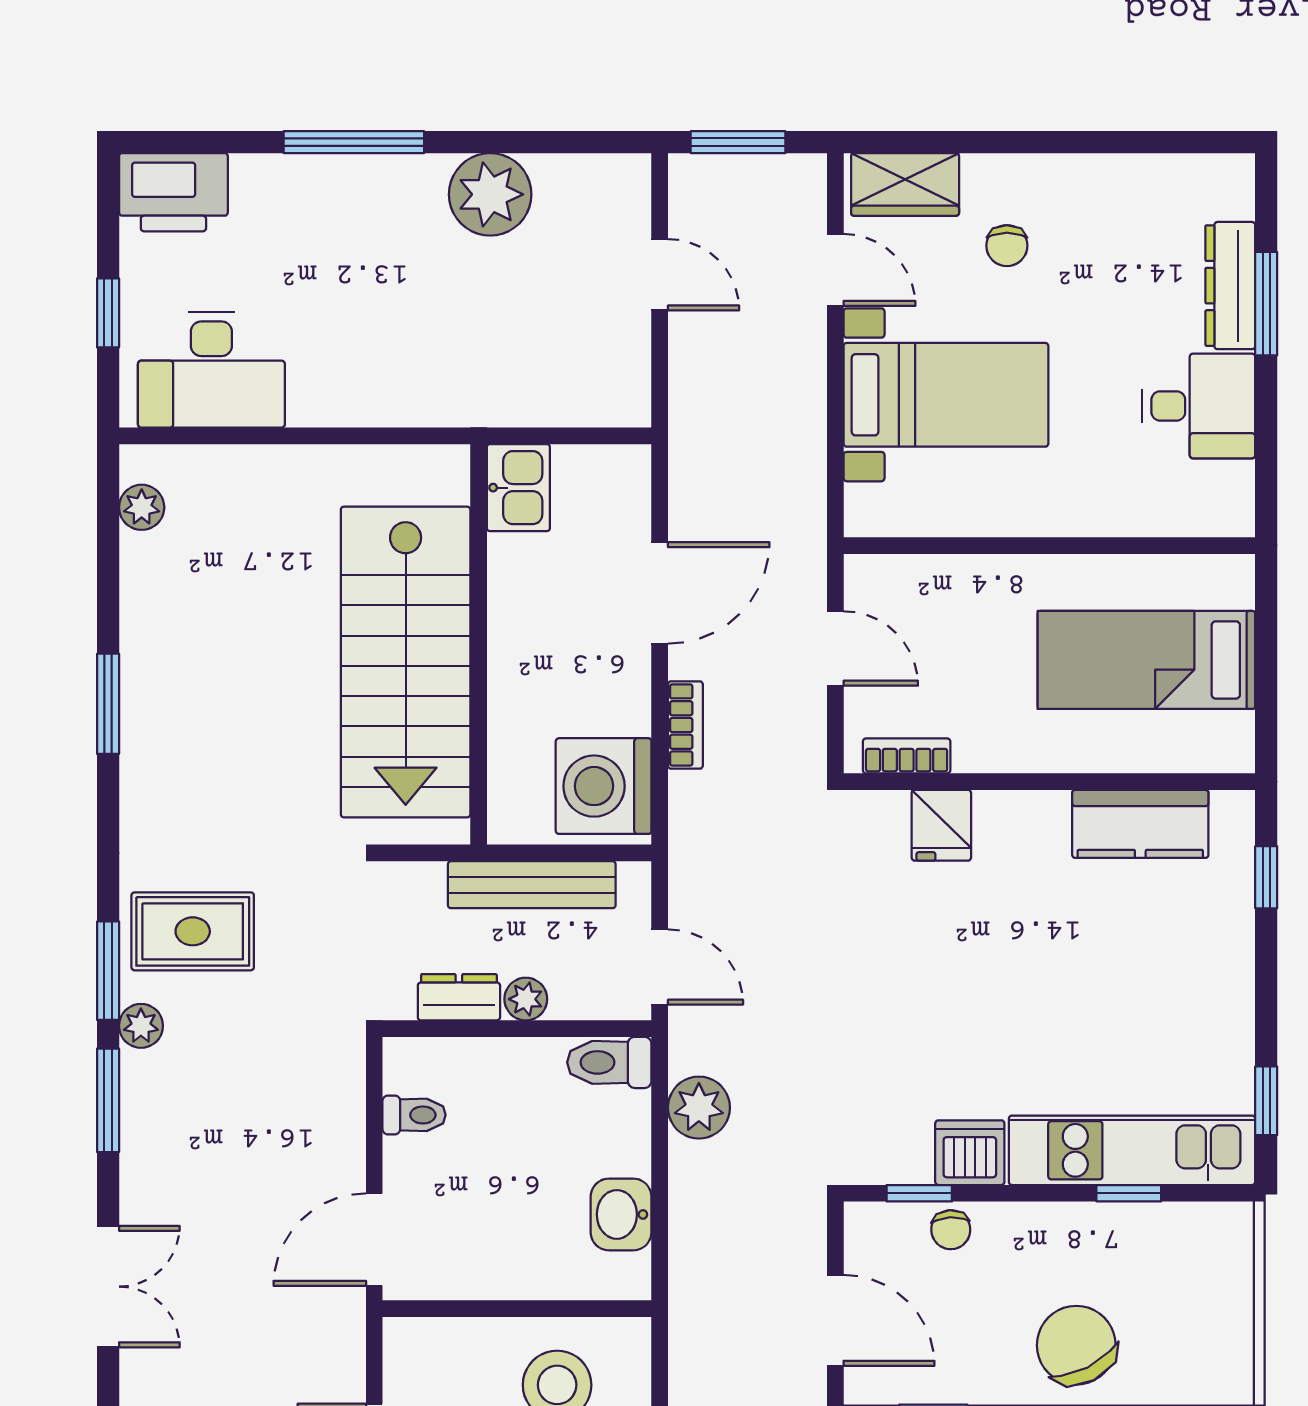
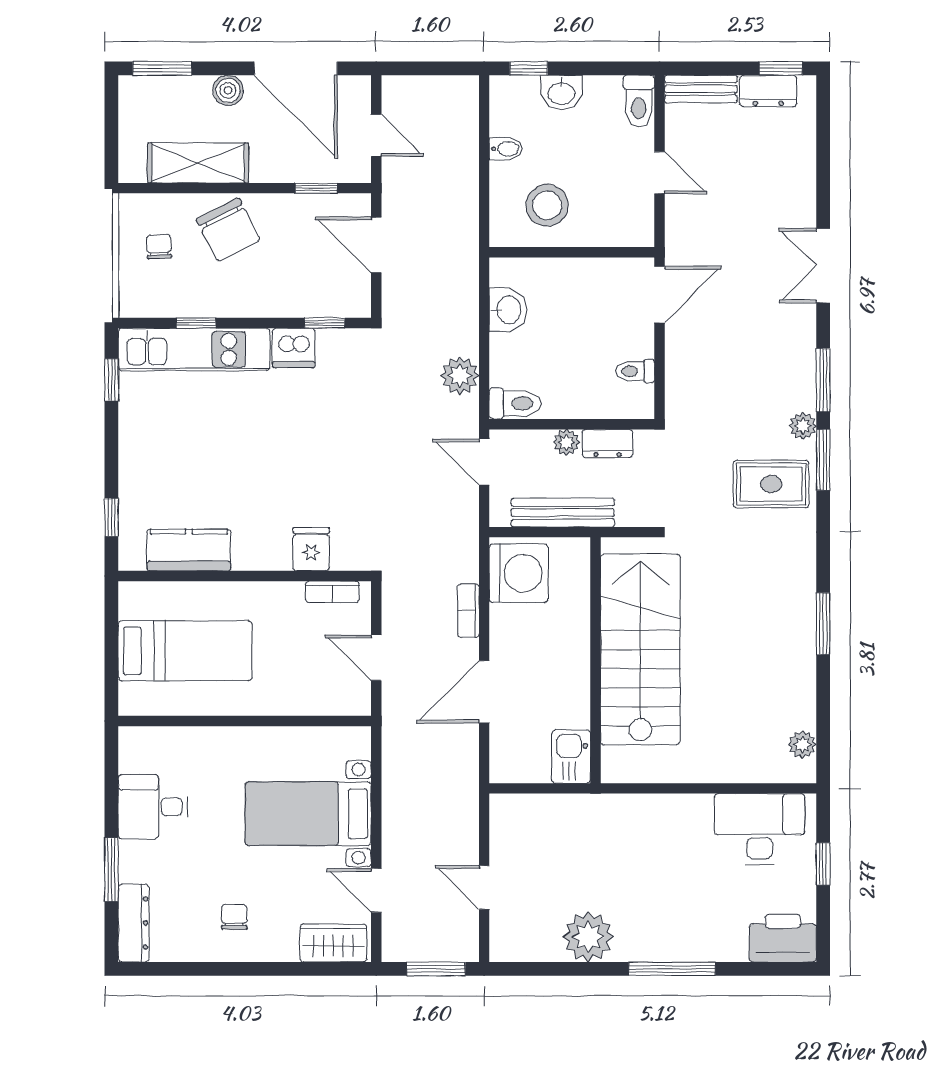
chair: (1007, 246) -> (234, 917), moved
dresser: (1230, 286) -> (134, 923), moved
chair: (951, 1230) -> (159, 247), moved

